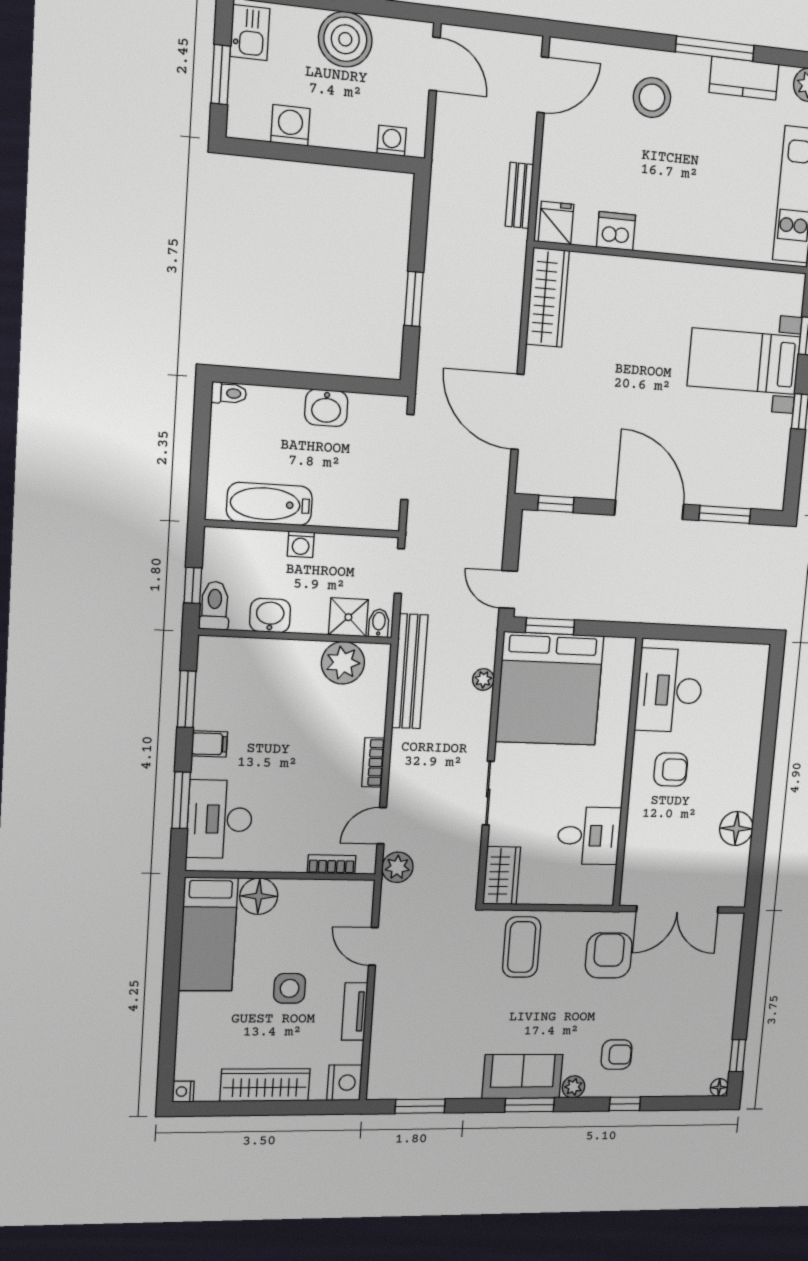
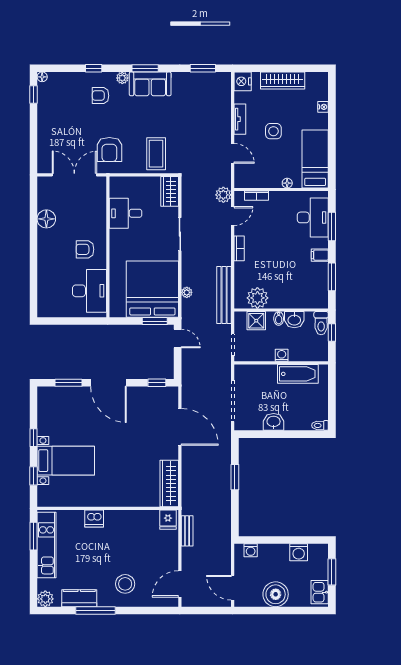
dishwasher: (616, 231) -> (94, 518), moved
bidet: (379, 623) -> (279, 318), moved
floor lamp: (259, 896) -> (287, 183), width x0.53, depth x0.53
nightstand: (183, 1092) -> (323, 107), moved

